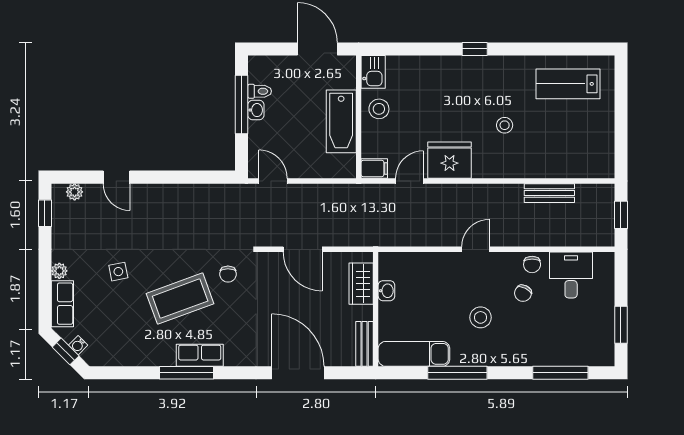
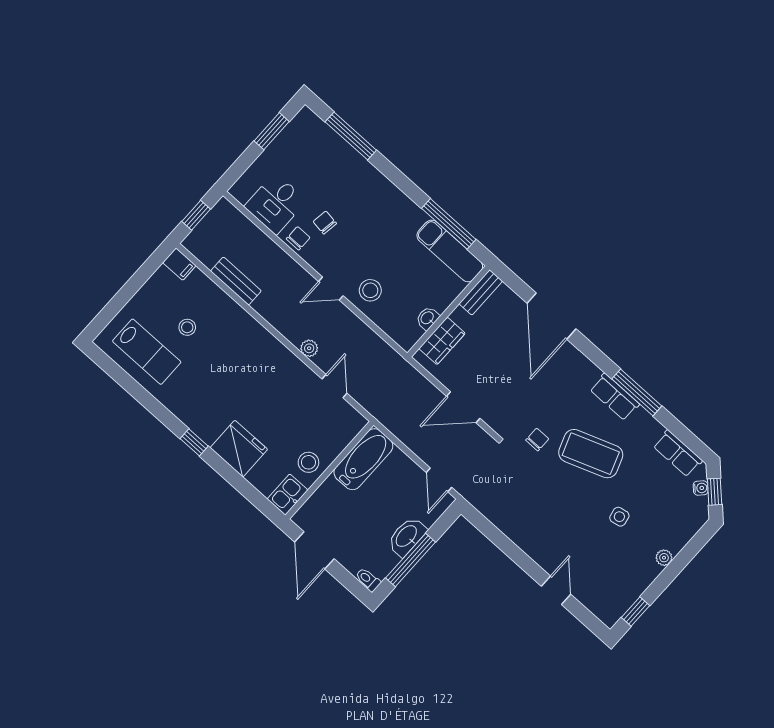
toilet: (260, 91) -> (368, 580), moved
washbasin: (256, 110) -> (407, 536), width x1.91, depth x1.45
bathtub: (341, 121) -> (363, 459), moved
stool: (505, 125) -> (187, 327), moved
fridge: (449, 160) -> (239, 449), moved, turned 180
filing cabinet: (374, 169) -> (179, 264), moved, turned 180
door: (410, 181) -> (334, 386), swing flipped
plant: (75, 192) -> (309, 348), moved
door: (303, 249) -> (463, 407), swing flipped
chair: (523, 293) -> (325, 223), turned -109
row of seats: (62, 304) -> (678, 453), moved, turned -90
stool: (481, 317) -> (370, 290), moved
window: (457, 373) -> (449, 224), moved

